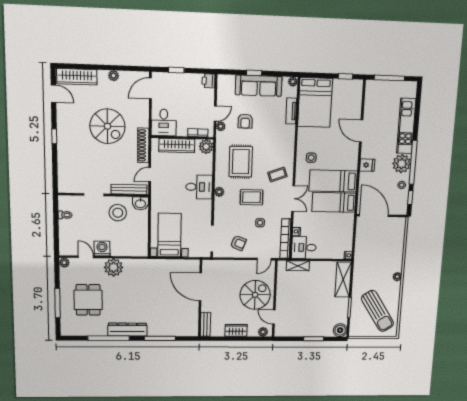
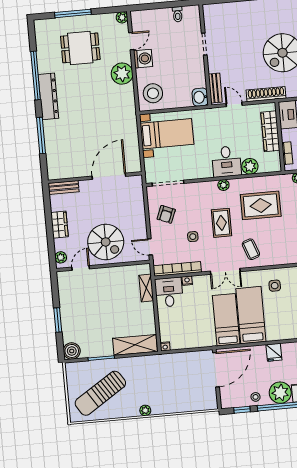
plant: (206, 147) -> (250, 166), moved
bench: (129, 189) -> (215, 88), width x0.73
stool: (118, 213) -> (153, 93), moved

